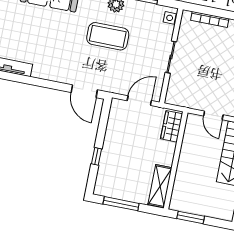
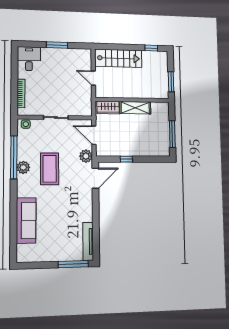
plant: (115, 85) -> (86, 156), added
door: (213, 115) -> (93, 78), swing flipped
window: (96, 156) -> (126, 159), moved
shelving: (160, 186) -> (135, 108), moved

